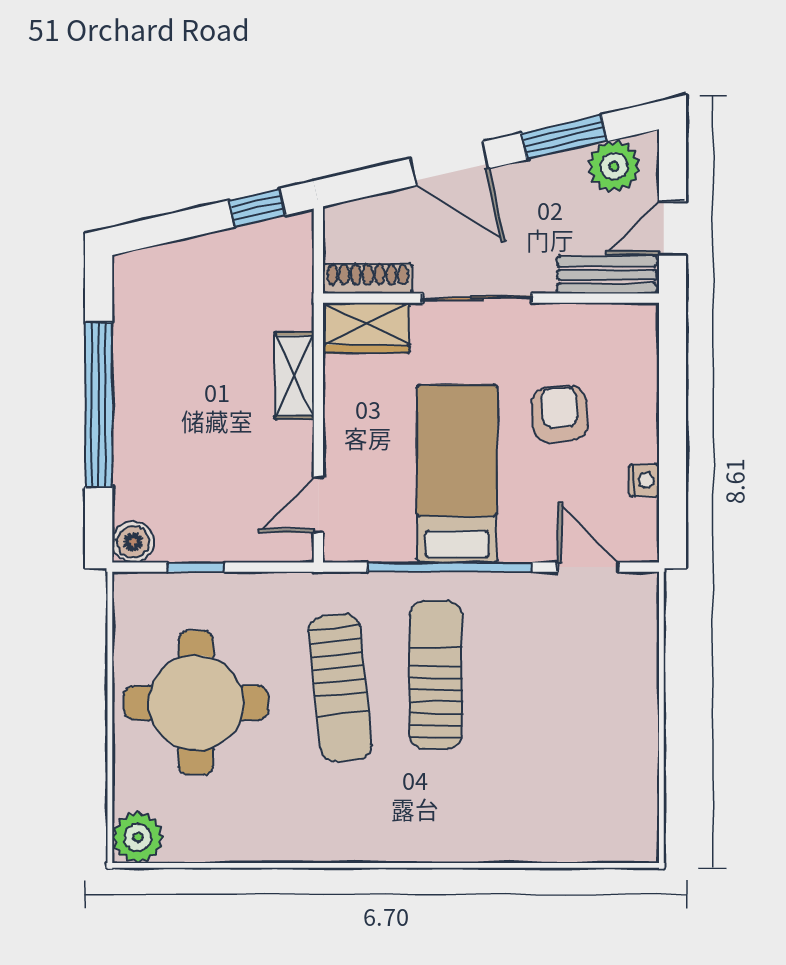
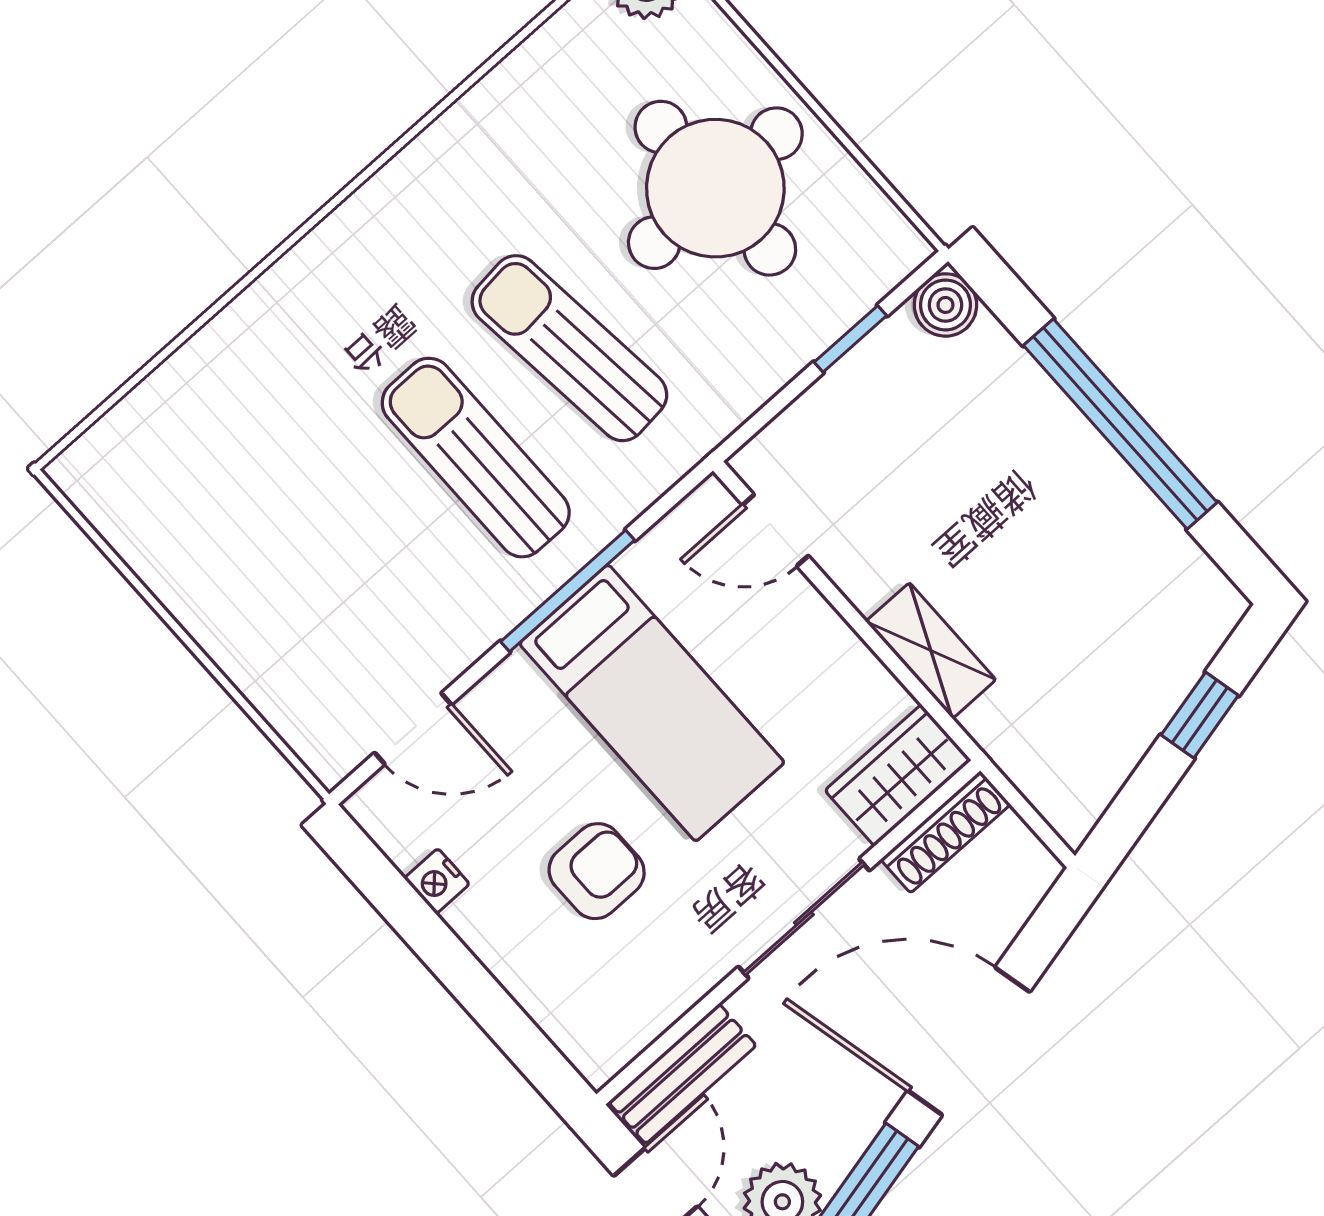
door: (449, 164) -> (969, 1041), width x1.36
window: (257, 208) -> (1200, 715), moved
armchair: (560, 414) -> (597, 871), turned -87
door: (318, 505) -> (775, 530), swing flipped
window: (449, 567) -> (568, 591), width x0.68
sun lounger: (436, 675) -> (476, 458), turned 180

